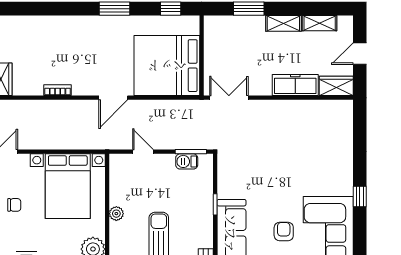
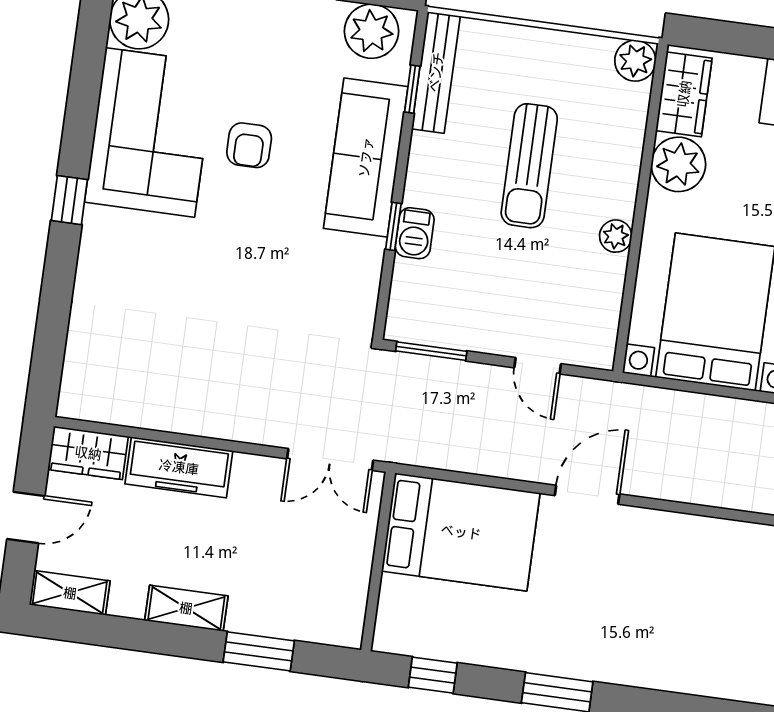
shelving: (320, 23) -> (70, 593), moved
bed: (167, 66) -> (461, 532), width x0.73
bookcase: (58, 90) -> (709, 528), removed
barbecue: (187, 161) -> (415, 233), moved, turned 90

